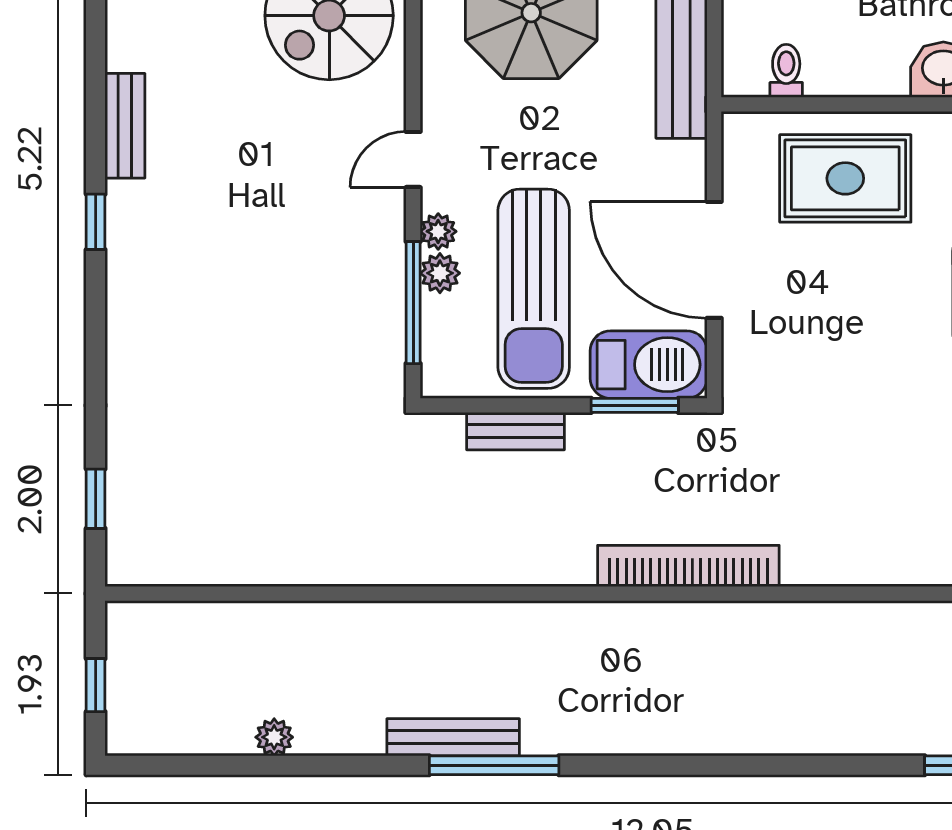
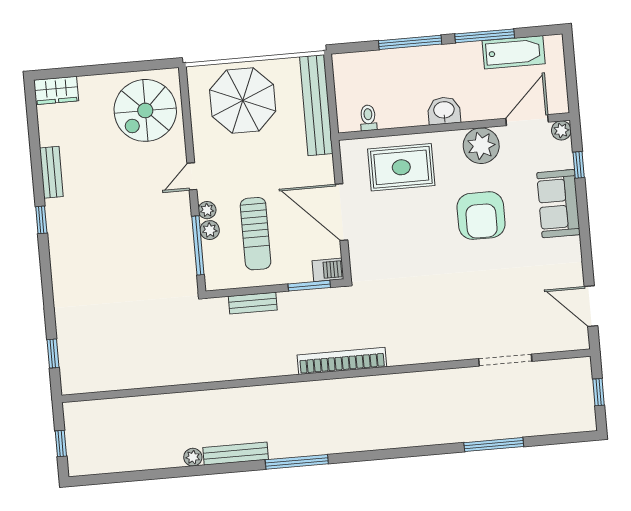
sun lounger: (534, 289) -> (256, 234), width x0.73, depth x0.75
barbecue: (649, 365) -> (328, 270), width x0.53, depth x0.65
plant: (274, 737) -> (193, 457), moved
window: (494, 765) -> (297, 462), moved

